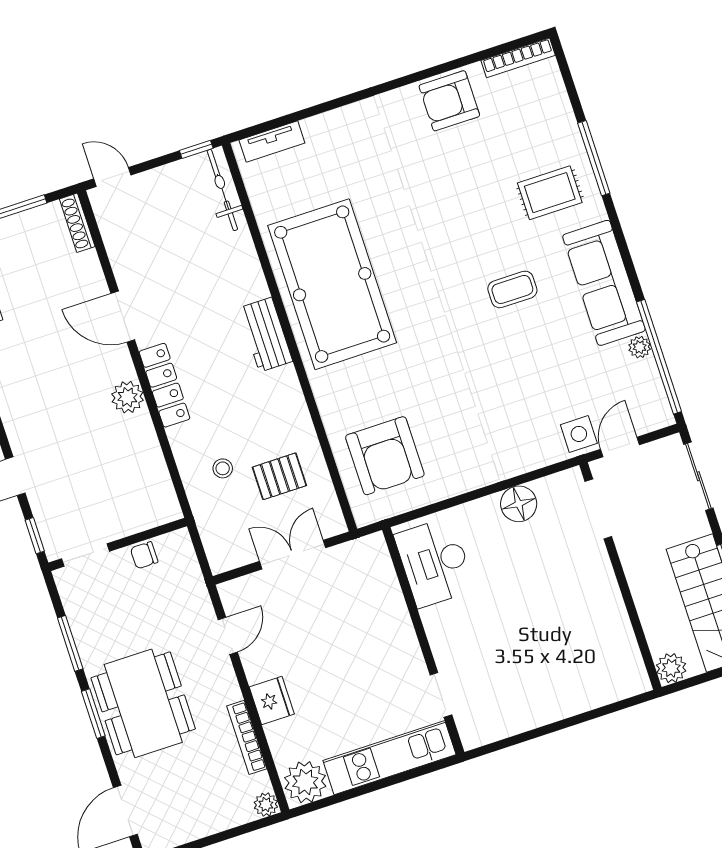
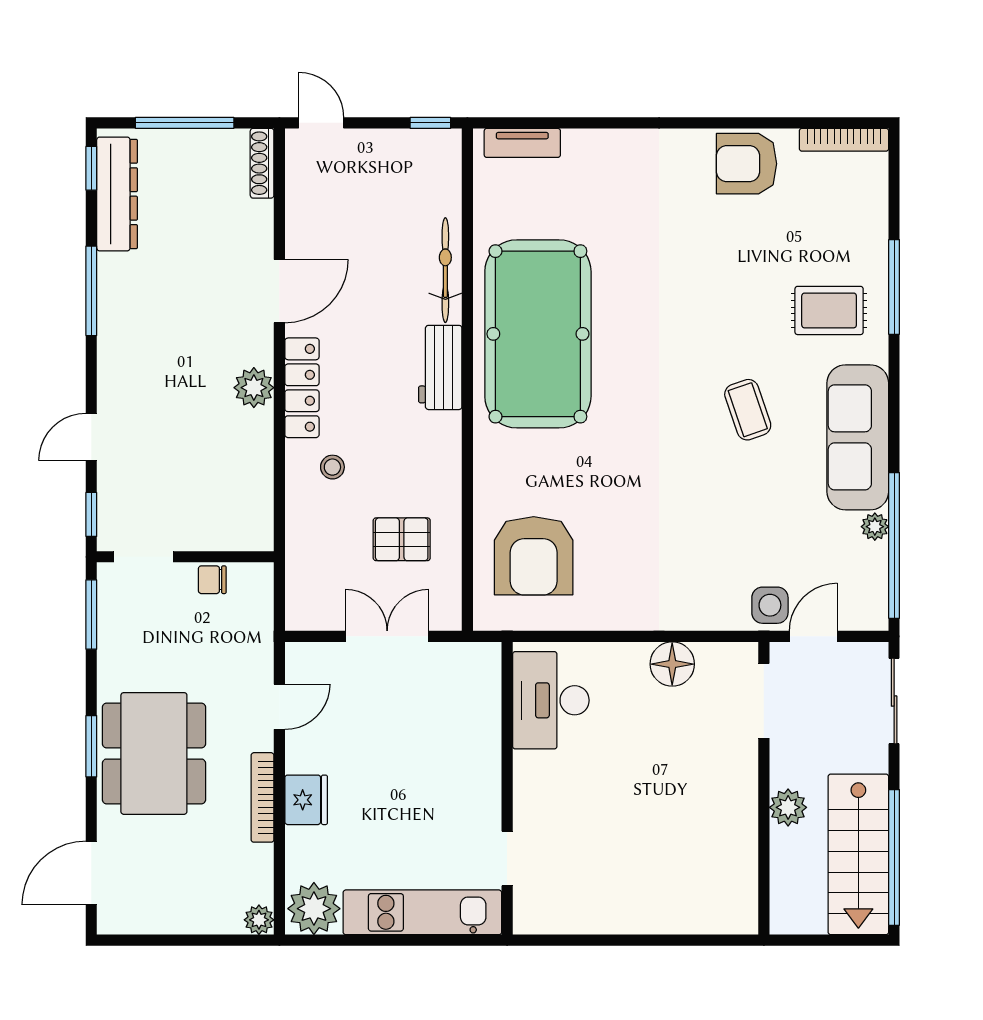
bicycle: (222, 190) -> (445, 270), moved
coffee table: (512, 289) -> (748, 410), turned 71
door: (123, 317) -> (279, 291), swing flipped
stool: (223, 468) -> (332, 467), moved
window: (70, 643) -> (91, 615), moved
plant: (671, 668) -> (788, 807), moved
bookcase: (247, 737) -> (262, 797), moved

